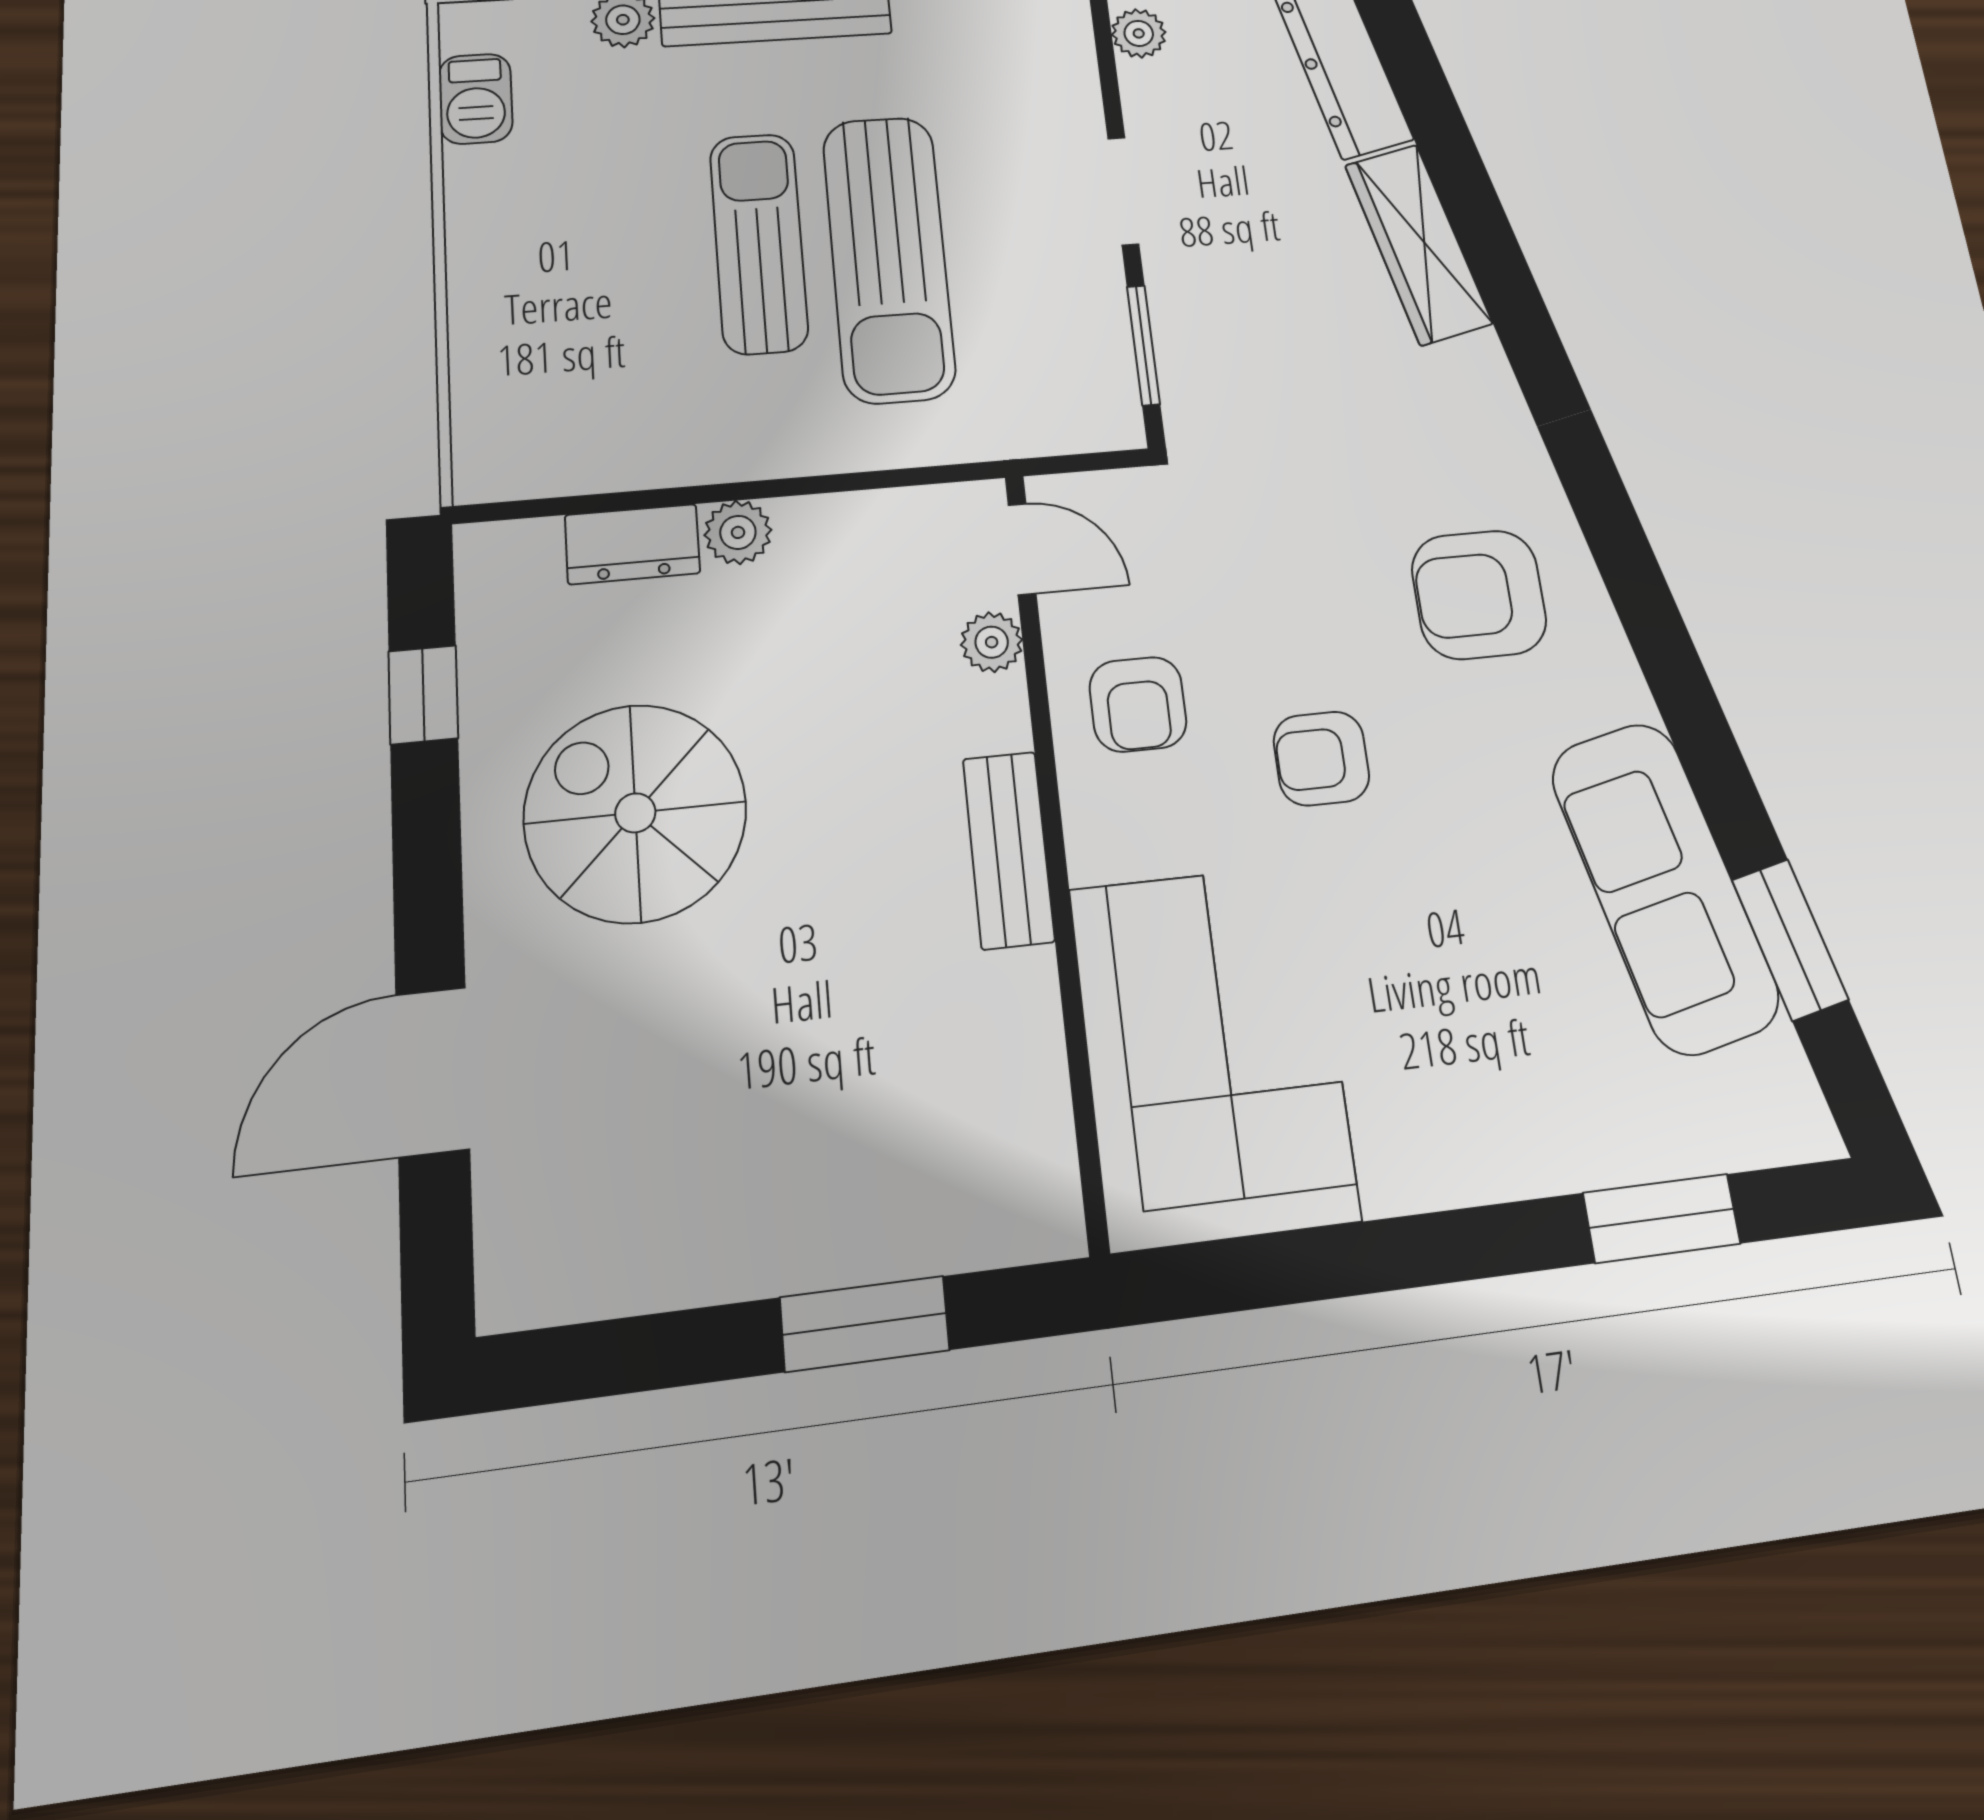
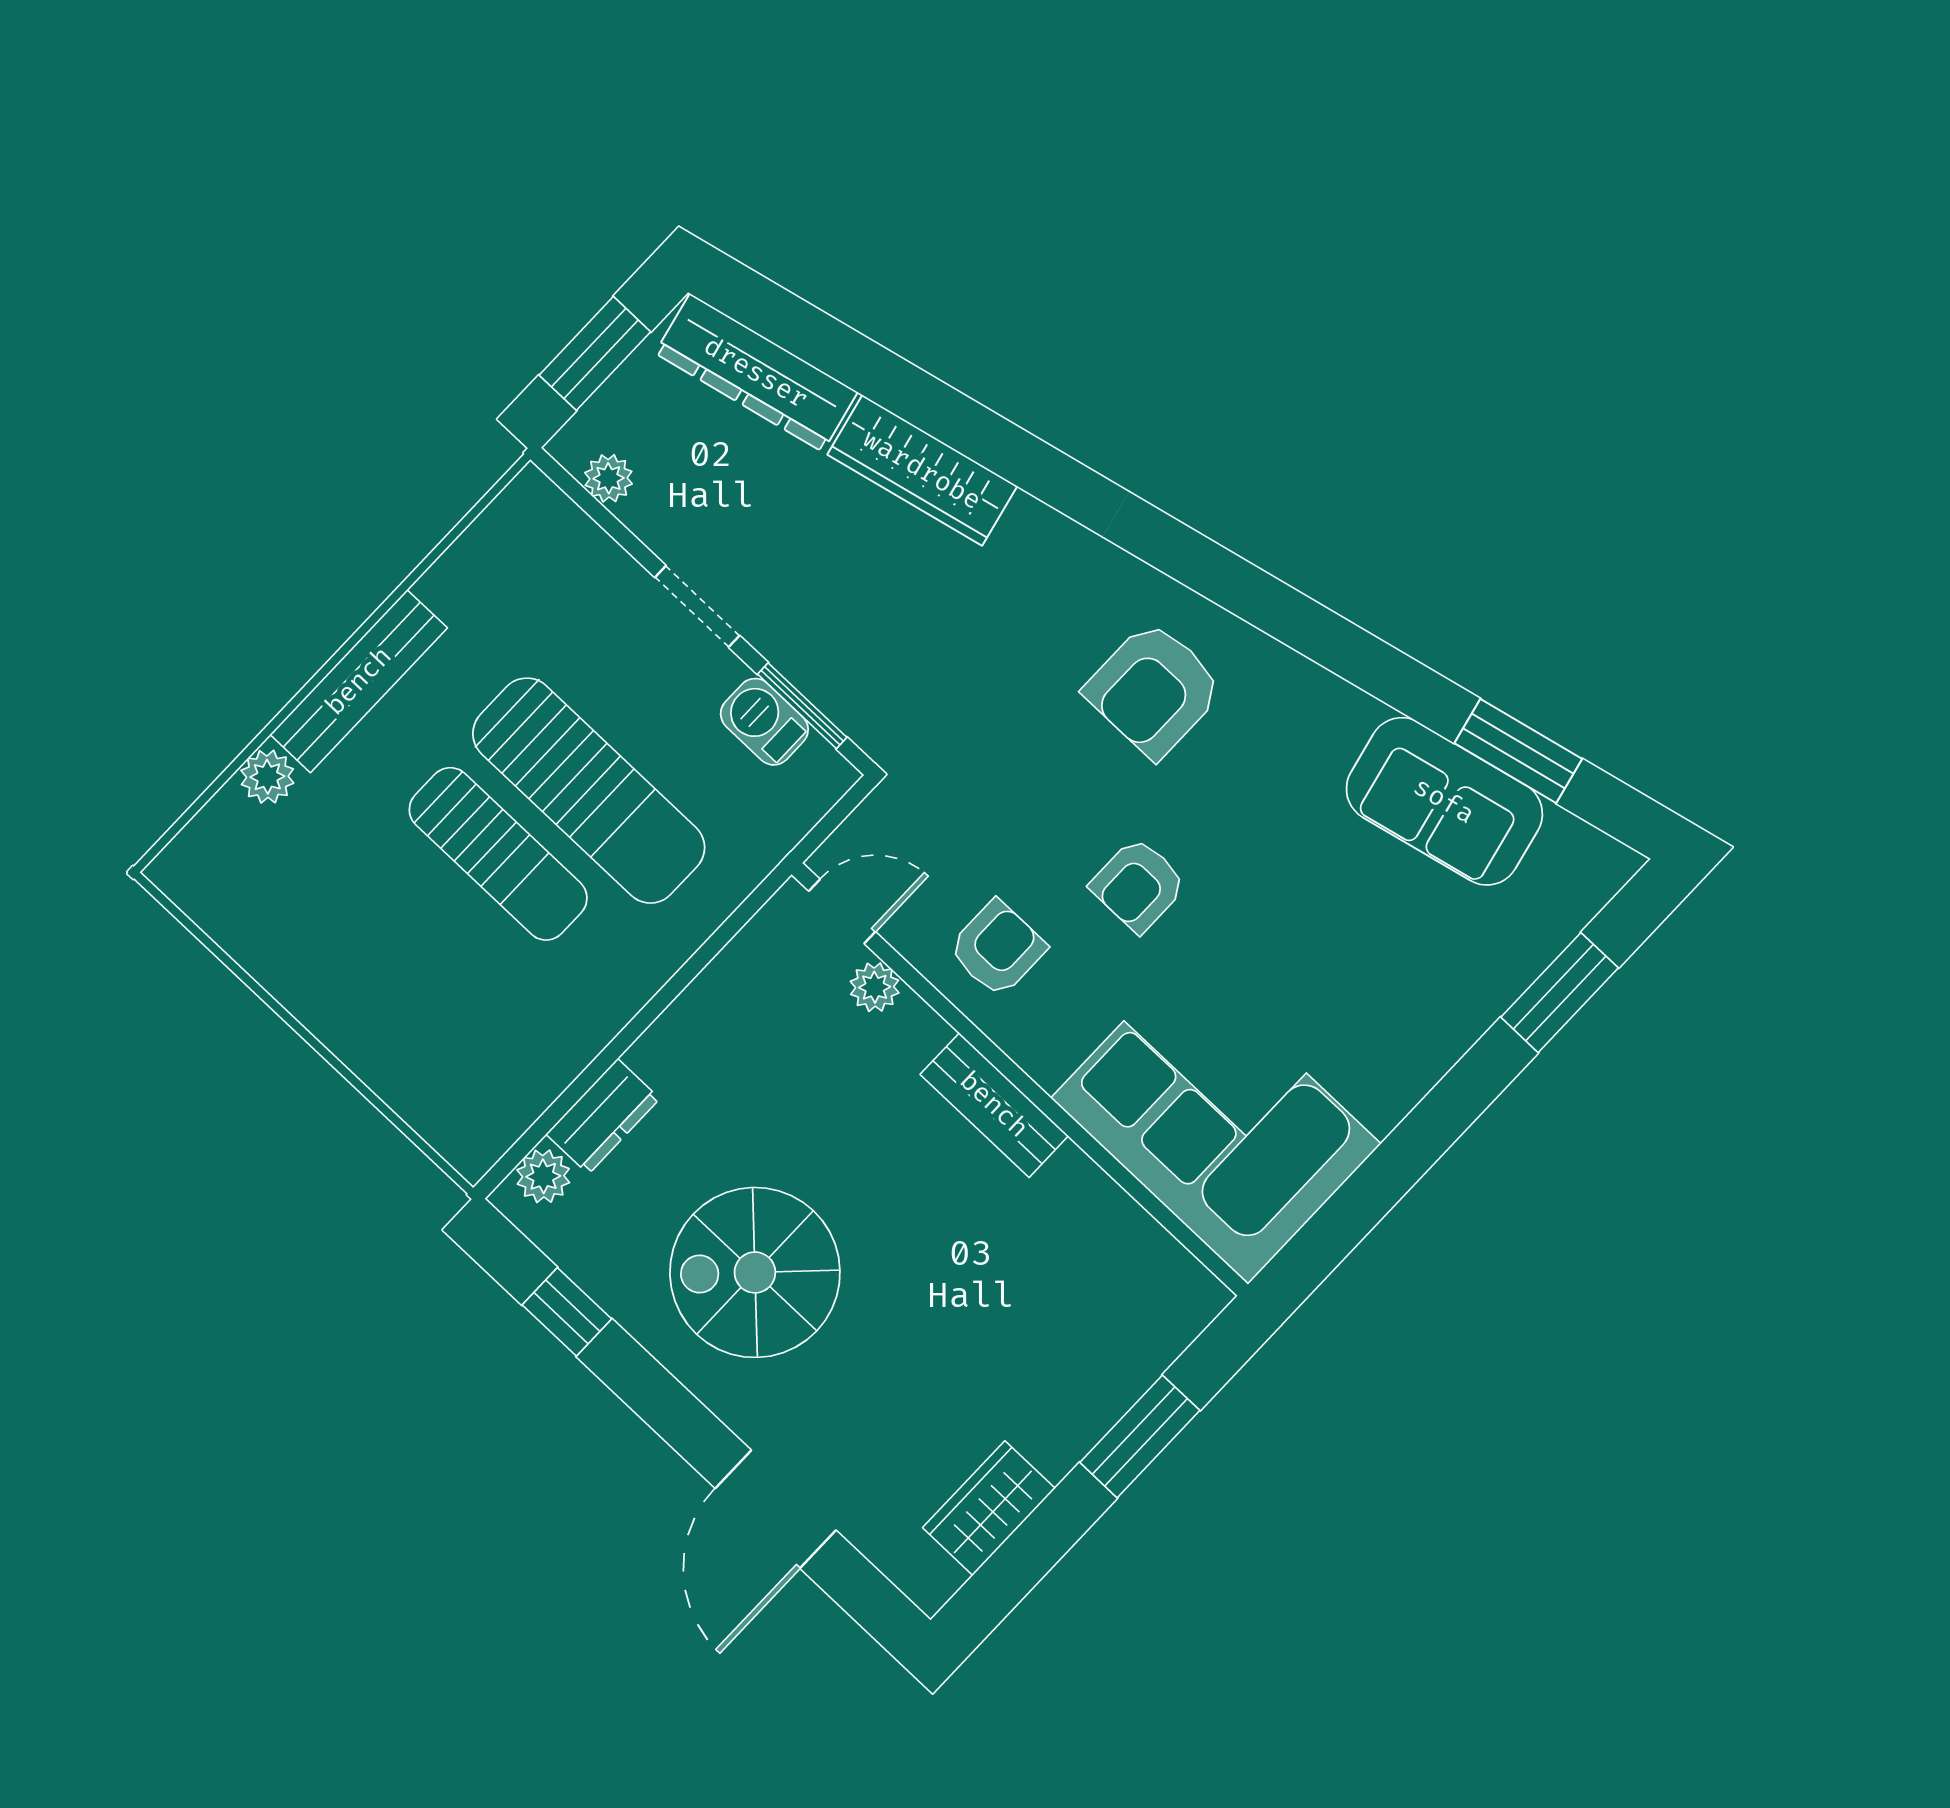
barbecue: (476, 99) -> (764, 722), moved, turned 180
sun lounger: (759, 243) -> (498, 854), turned 180
plant: (738, 532) -> (543, 1176), moved
armchair: (1138, 704) -> (997, 948), turned -90
sofa: (1664, 887) -> (1444, 801), width x0.73
wardrobe: (645, 1264) -> (989, 1508), added

